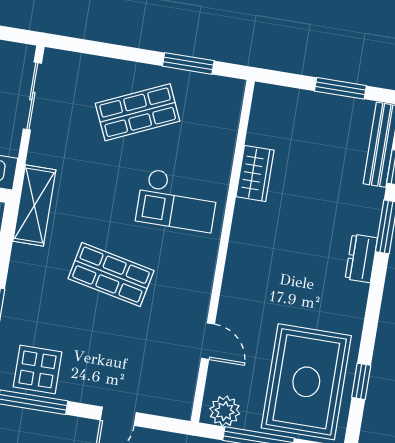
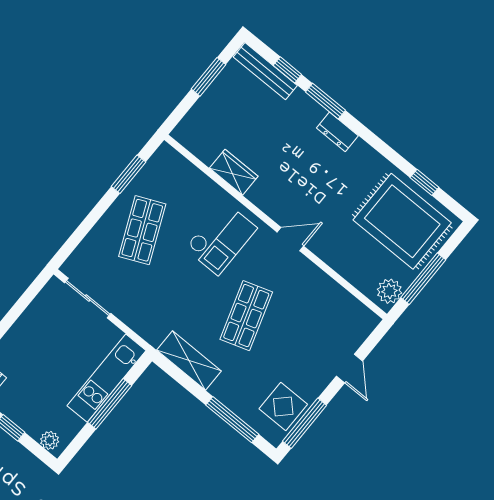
shelving: (34, 205) -> (189, 361), moved
shop shelf: (111, 275) -> (246, 316), turned -30
door: (208, 341) -> (290, 239), moved

